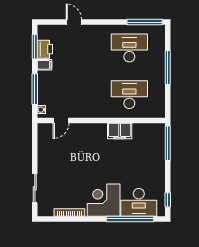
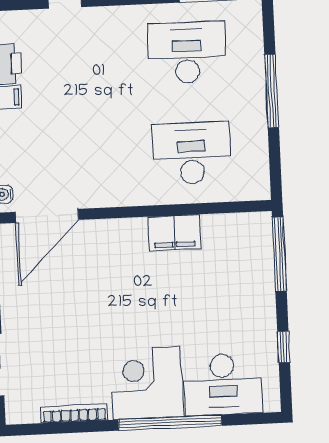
door: (61, 121) -> (47, 216), width x1.88
window: (168, 200) -> (284, 347), moved
window: (130, 219) -> (170, 423), moved

